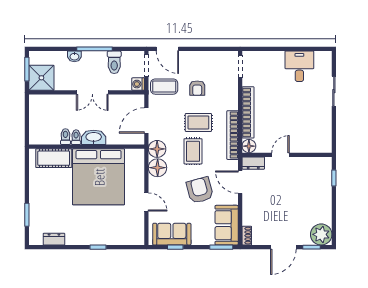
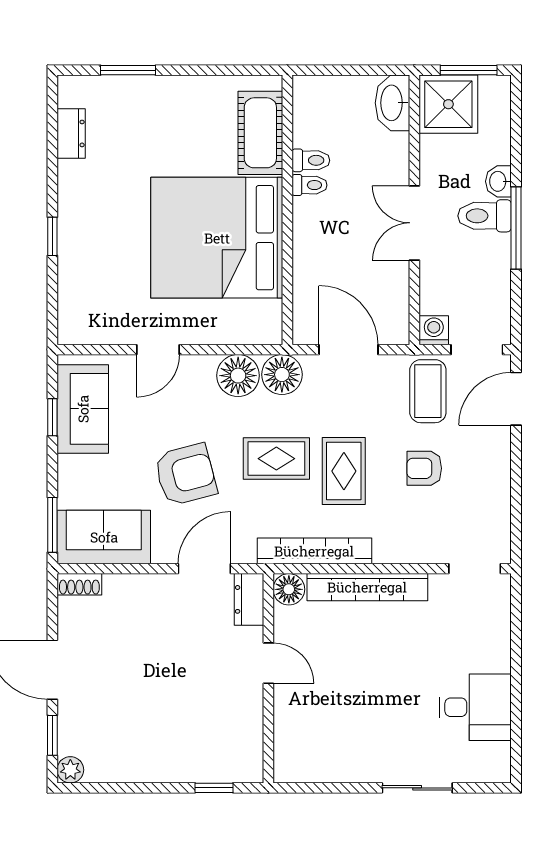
toilet: (114, 62) -> (485, 216), moved
washbasin: (94, 137) -> (393, 103), moved, turned 180
plant: (321, 234) -> (70, 770), width x0.53, depth x0.53

